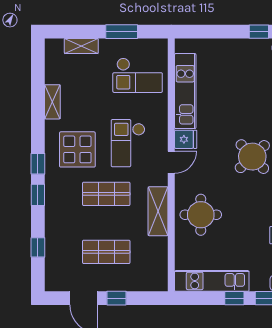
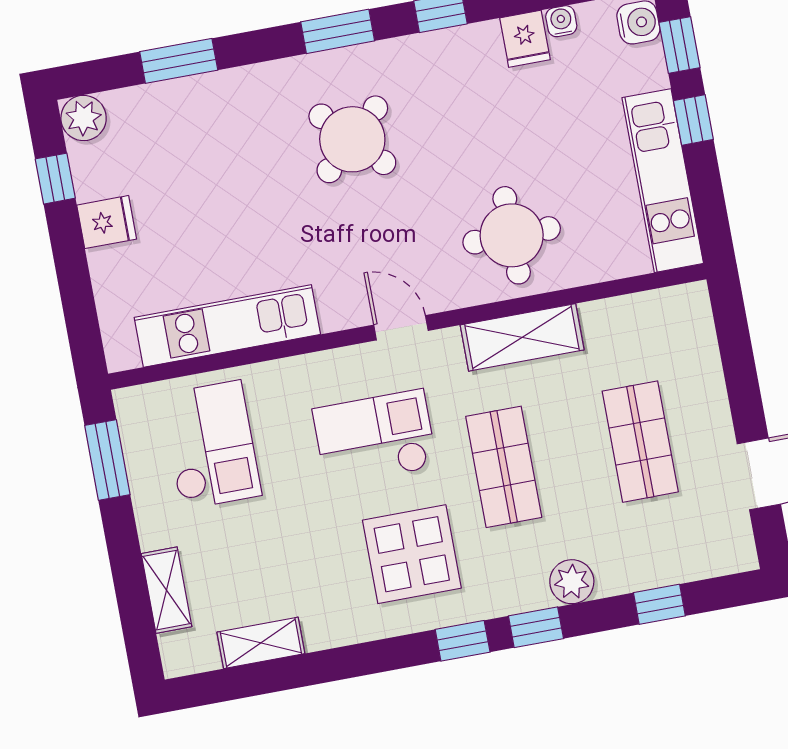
window: (122, 32) -> (107, 460), moved
shelving: (52, 102) -> (261, 643), moved
fridge: (186, 139) -> (107, 222), moved, turned 90
checkout: (128, 143) -> (375, 438), turned 180
plant: (54, 213) -> (572, 582), added
window: (116, 298) -> (745, 397), removed

